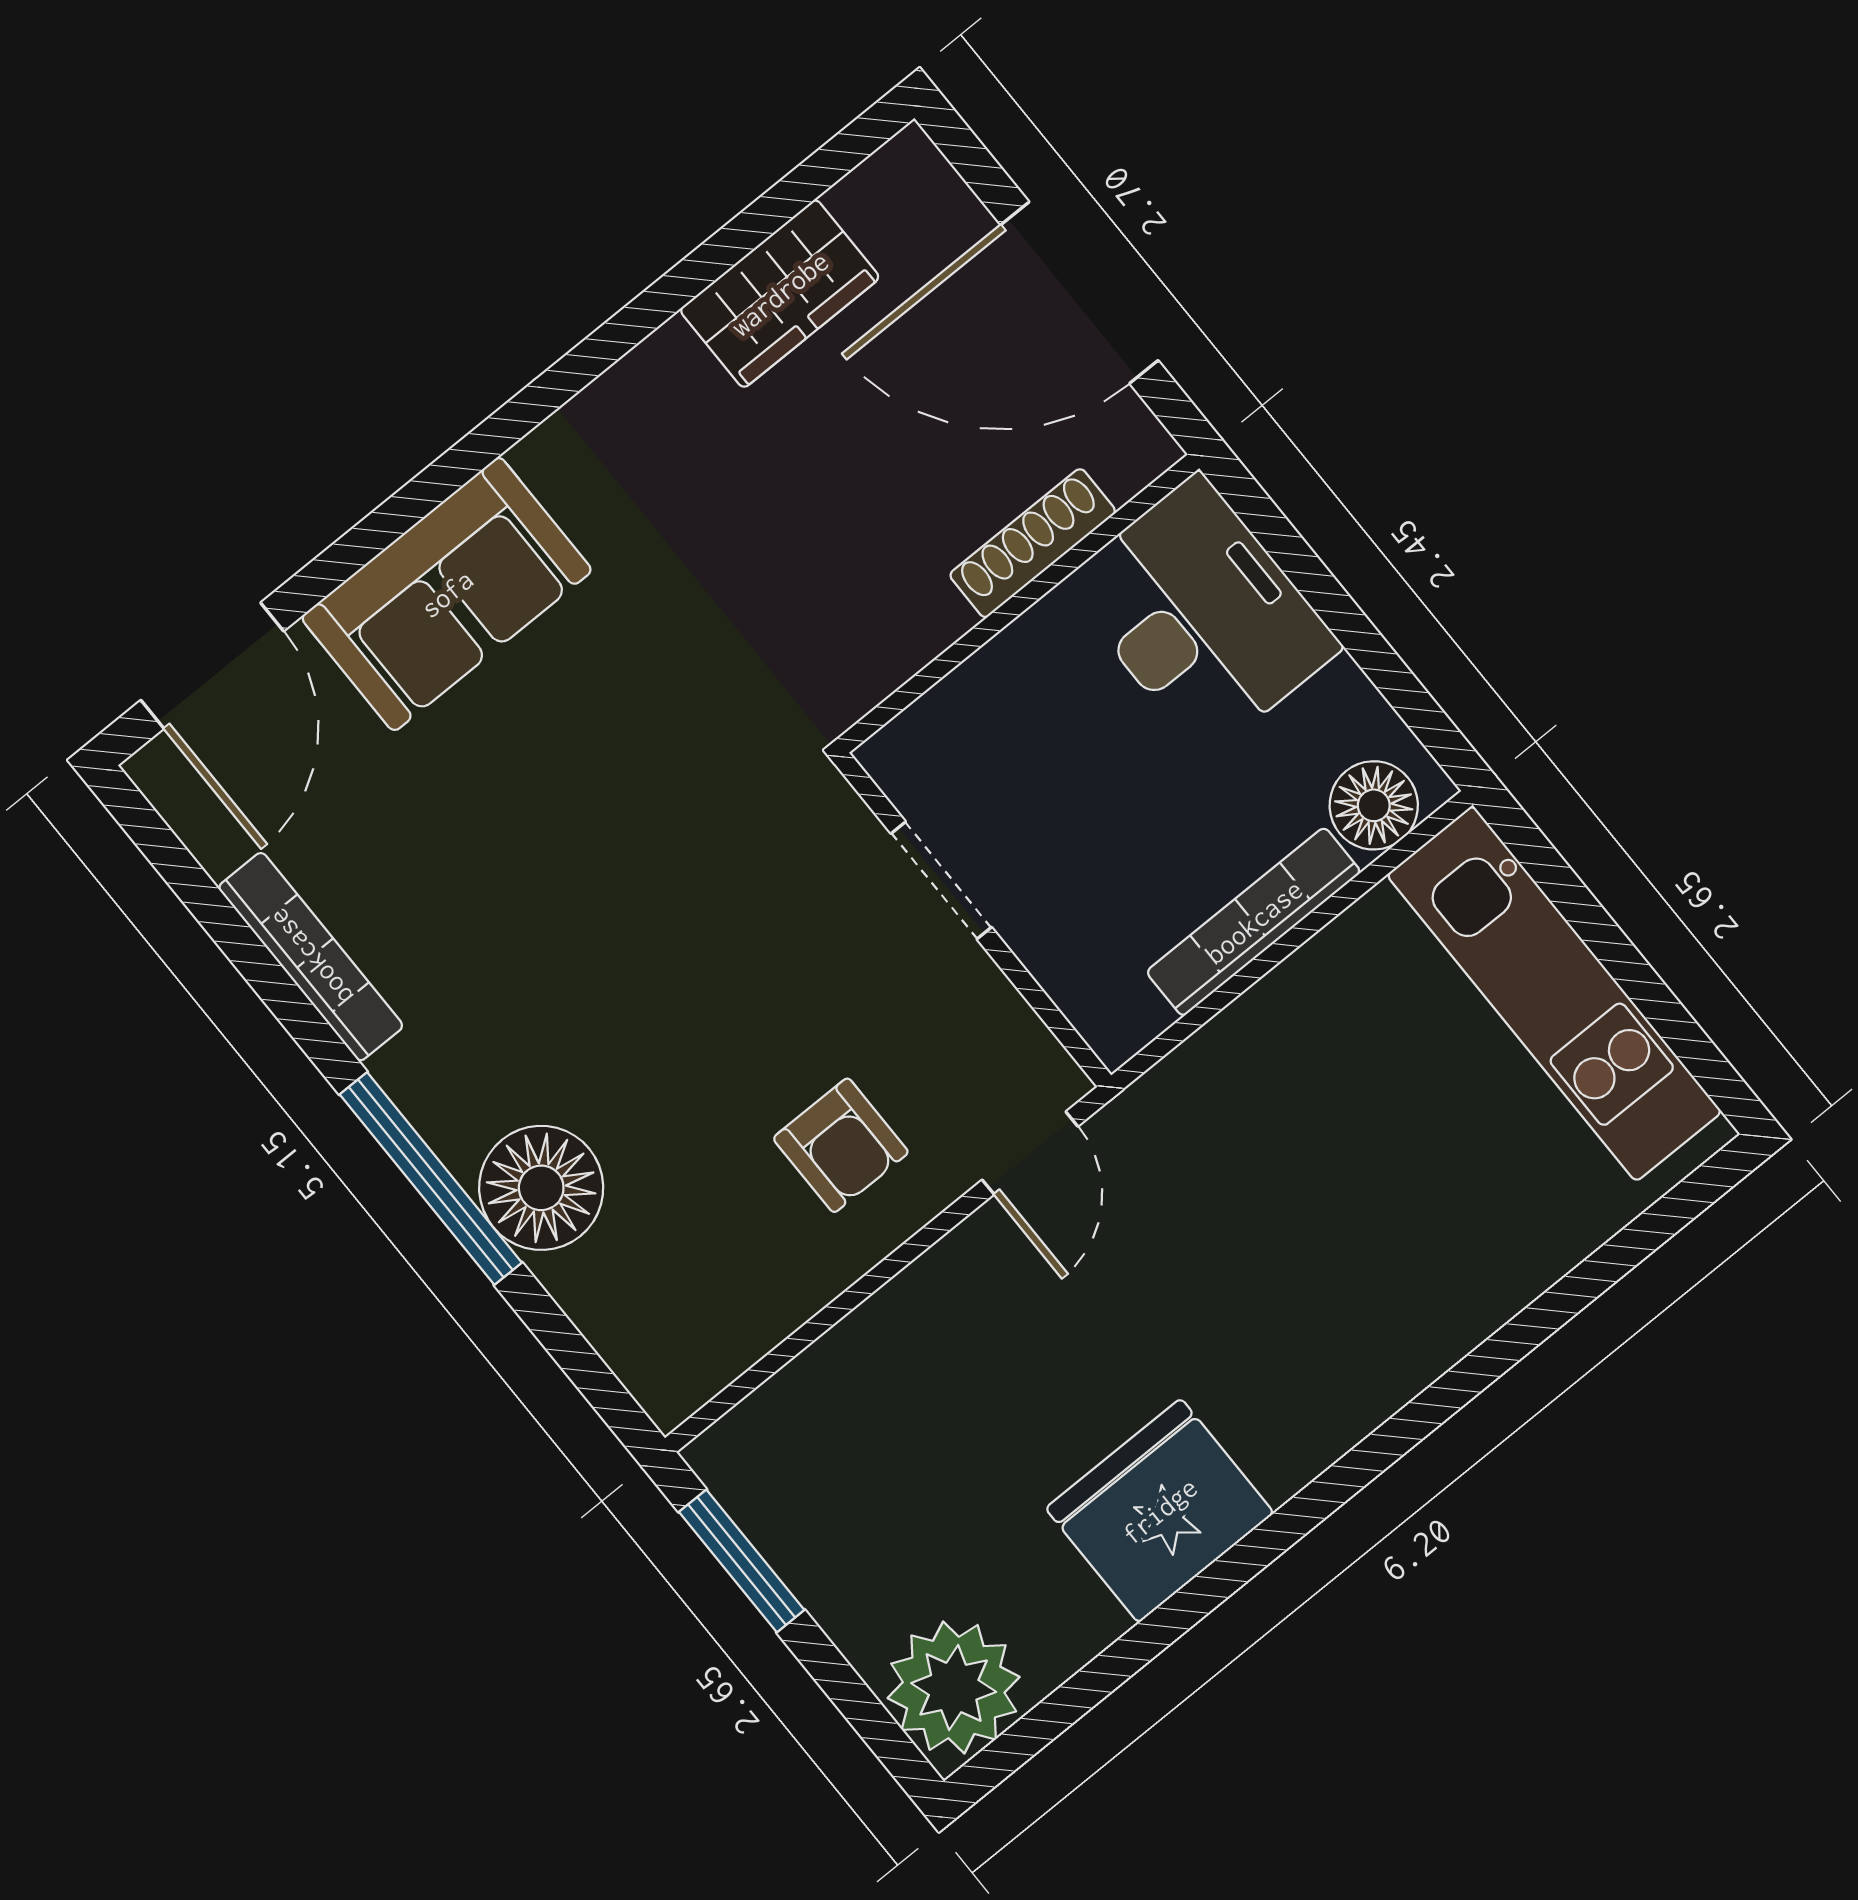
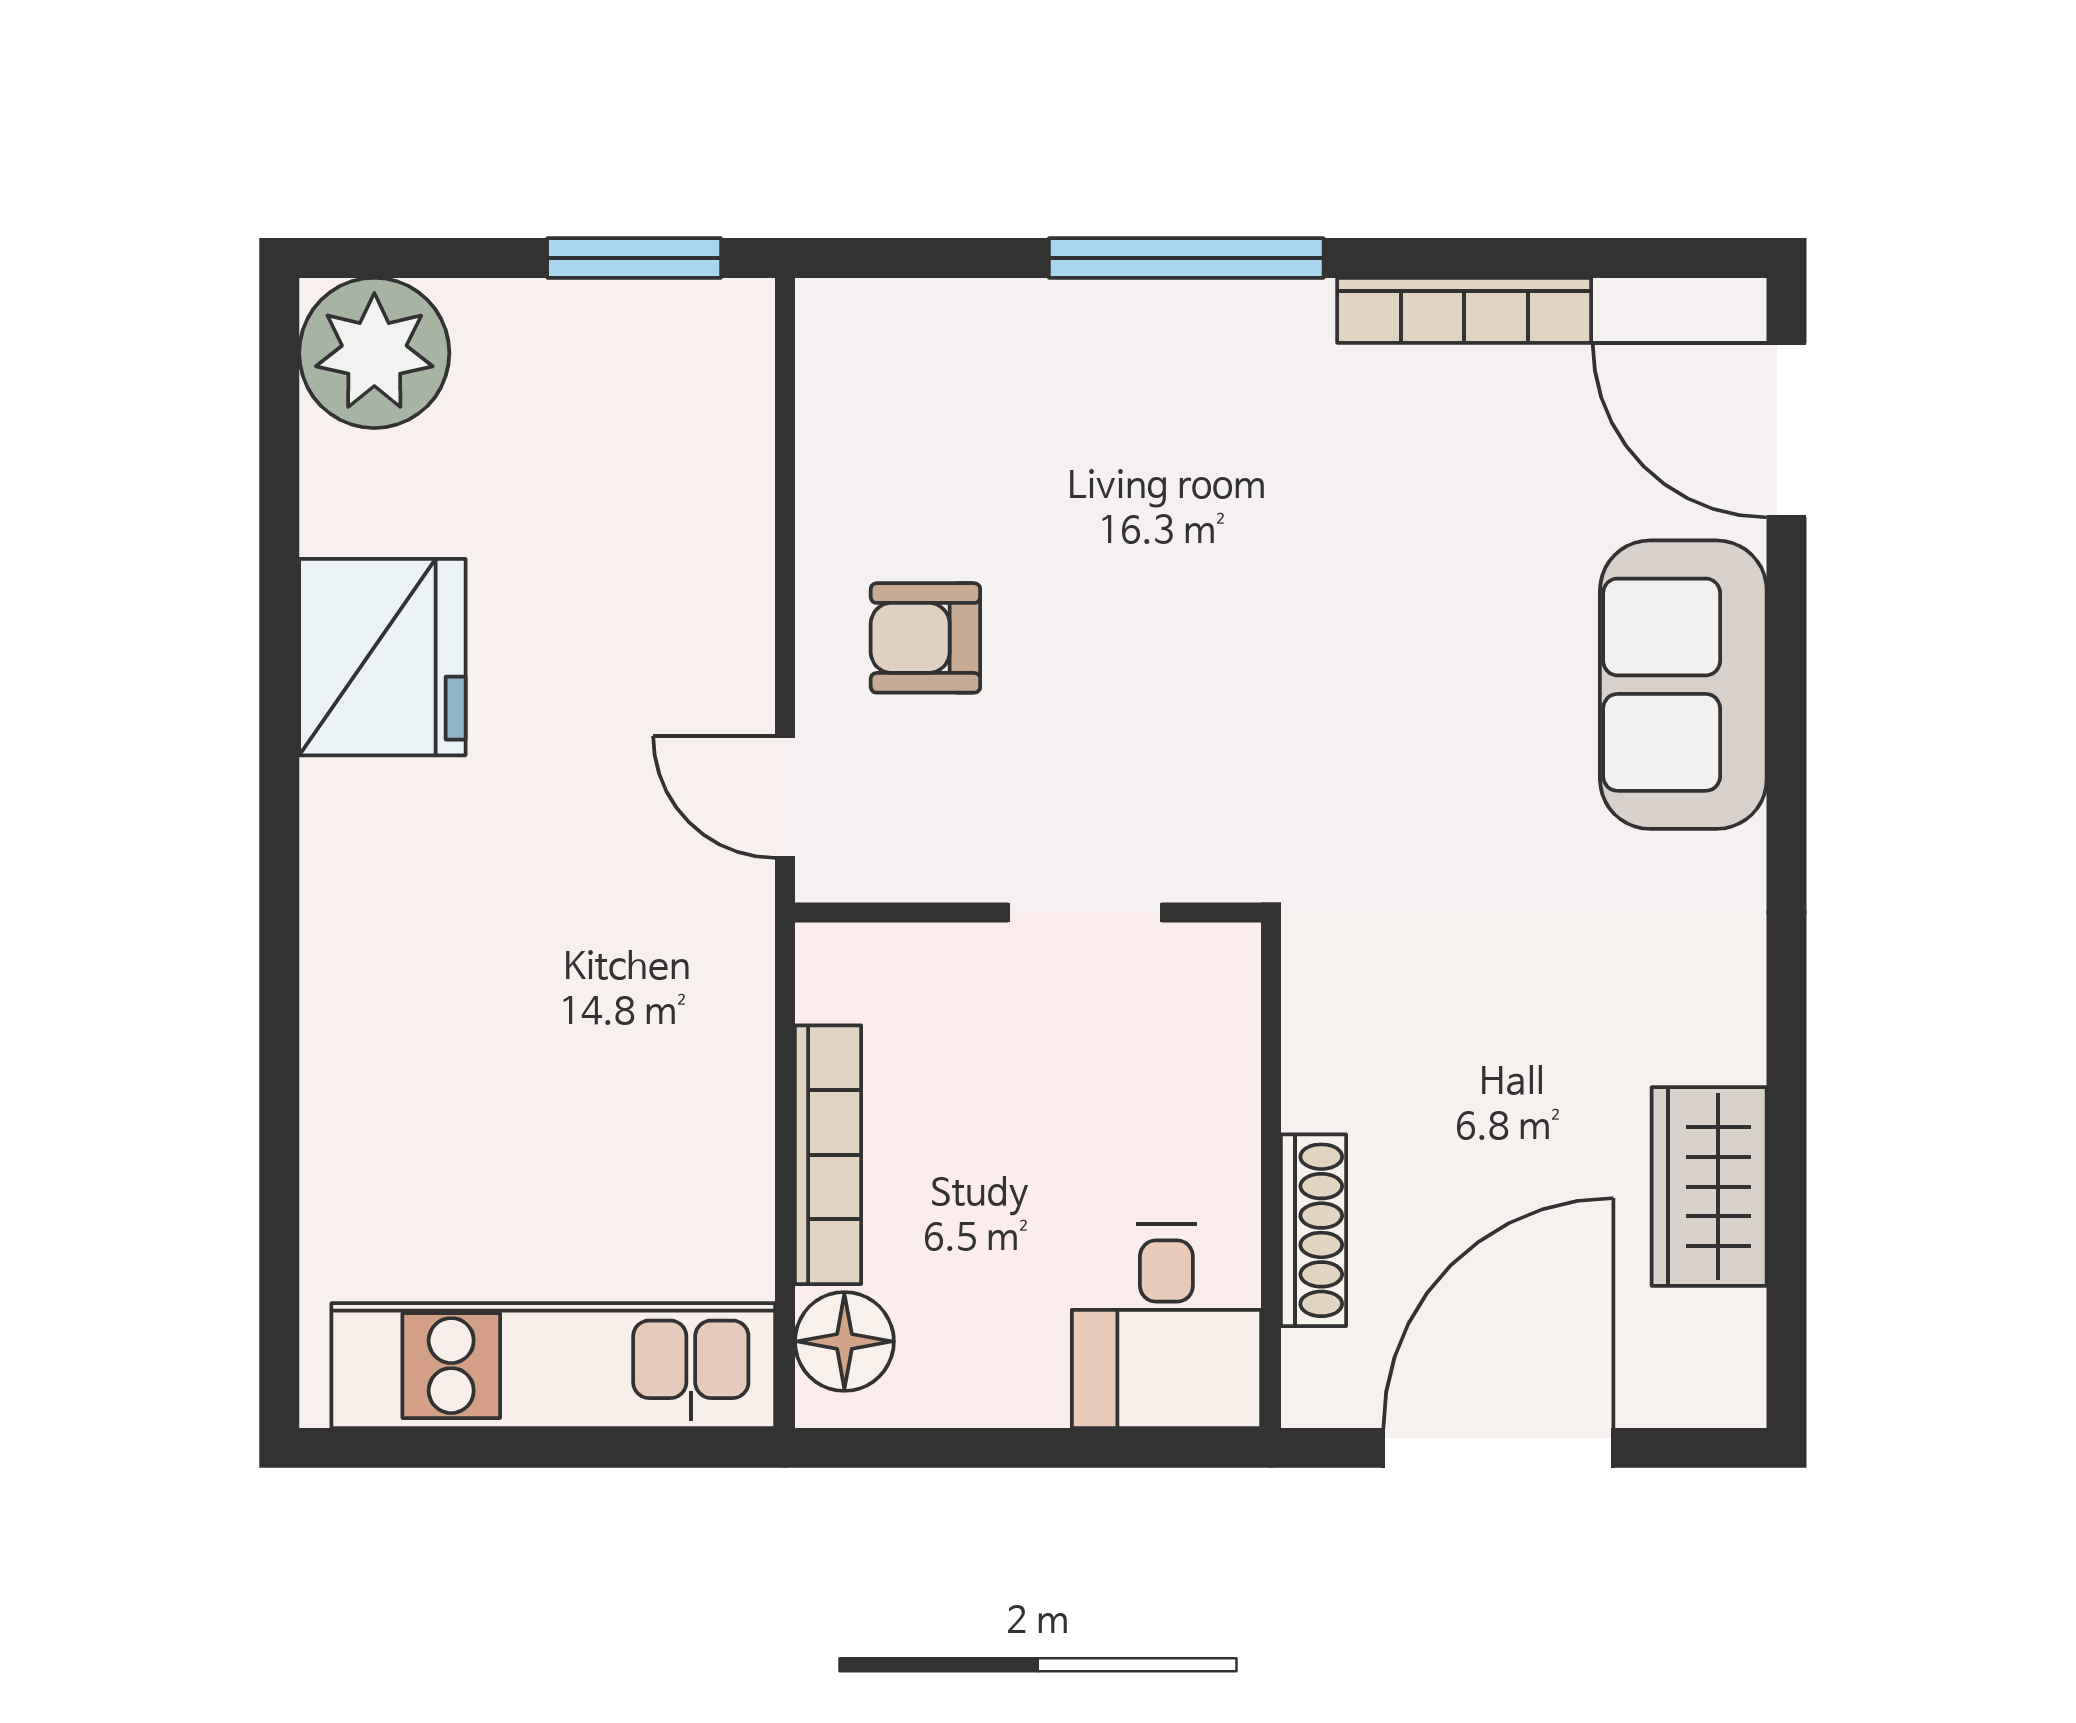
desk: (1202, 615) -> (1166, 1326), width x0.73
floor lamp: (541, 1188) -> (1100, 347), removed

